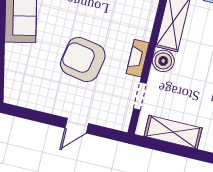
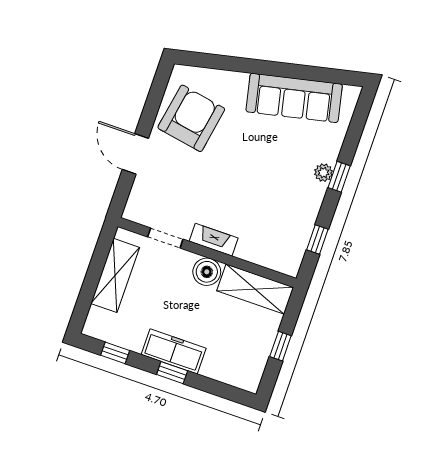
armchair: (83, 59) -> (191, 118), moved
door: (77, 126) -> (135, 154), width x1.38

